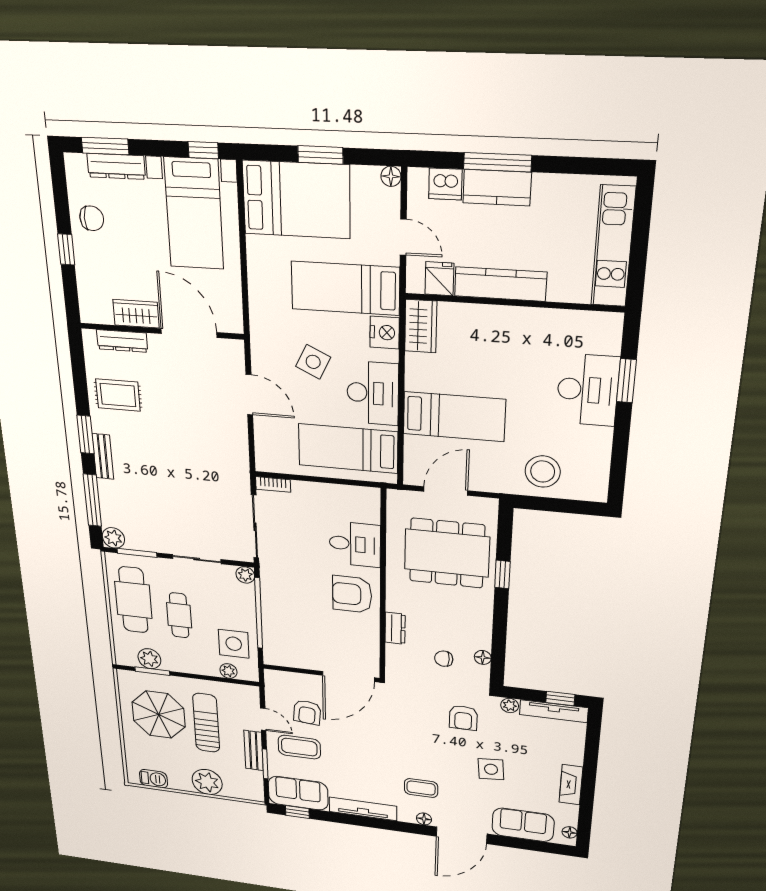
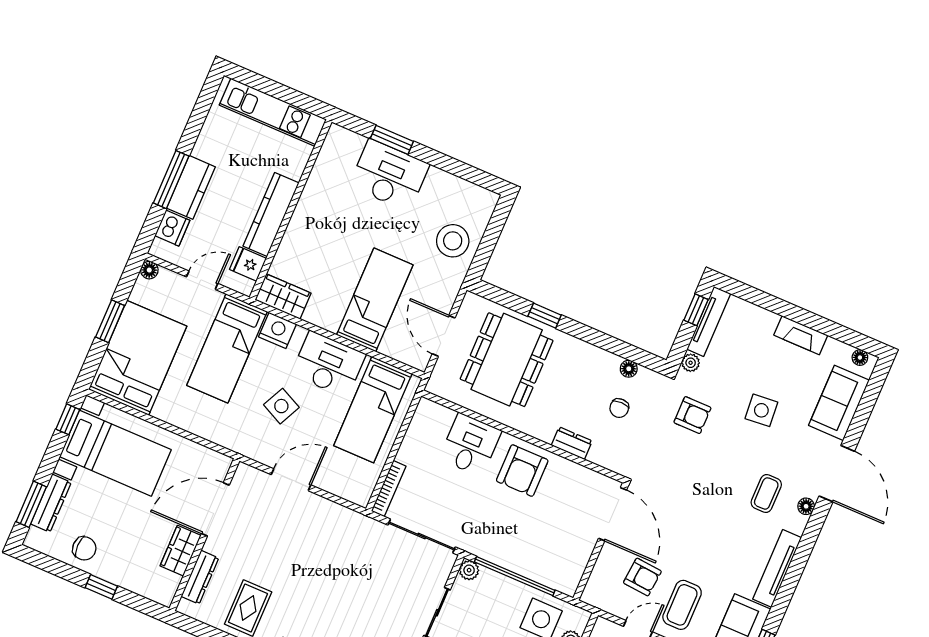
chair: (92, 218) -> (84, 548), turned 90
bookcase: (273, 484) -> (389, 489), width x1.56

